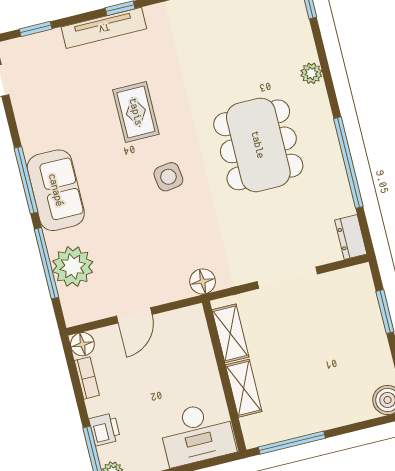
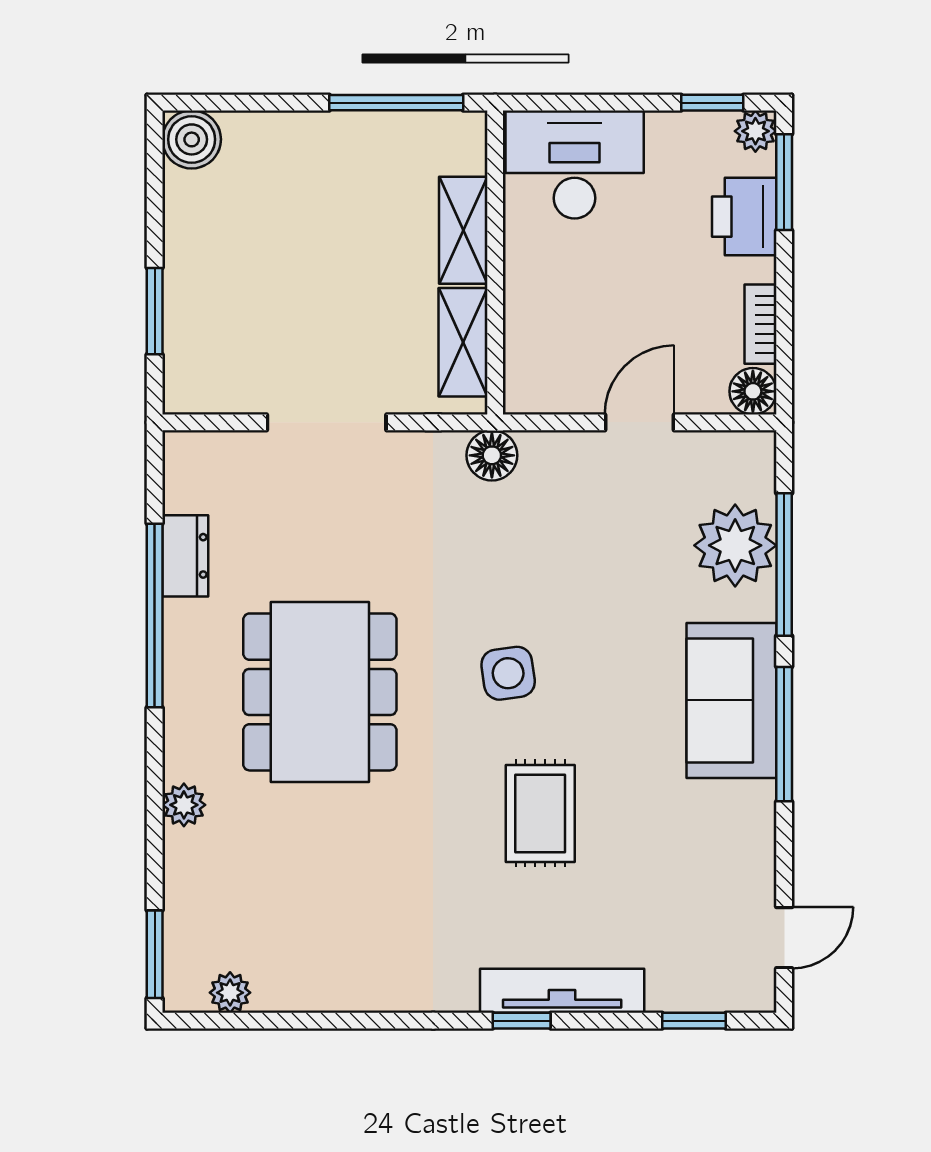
dresser: (351, 237) -> (185, 556), moved
printer: (105, 429) -> (744, 217), width x1.36, depth x1.24

